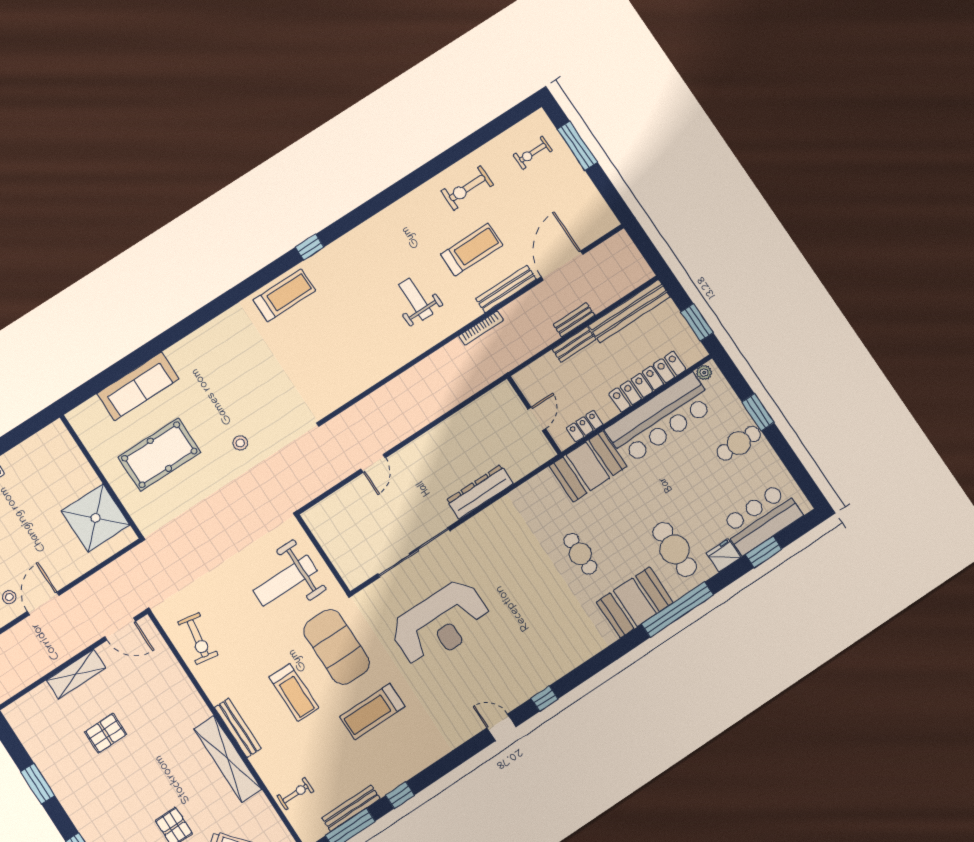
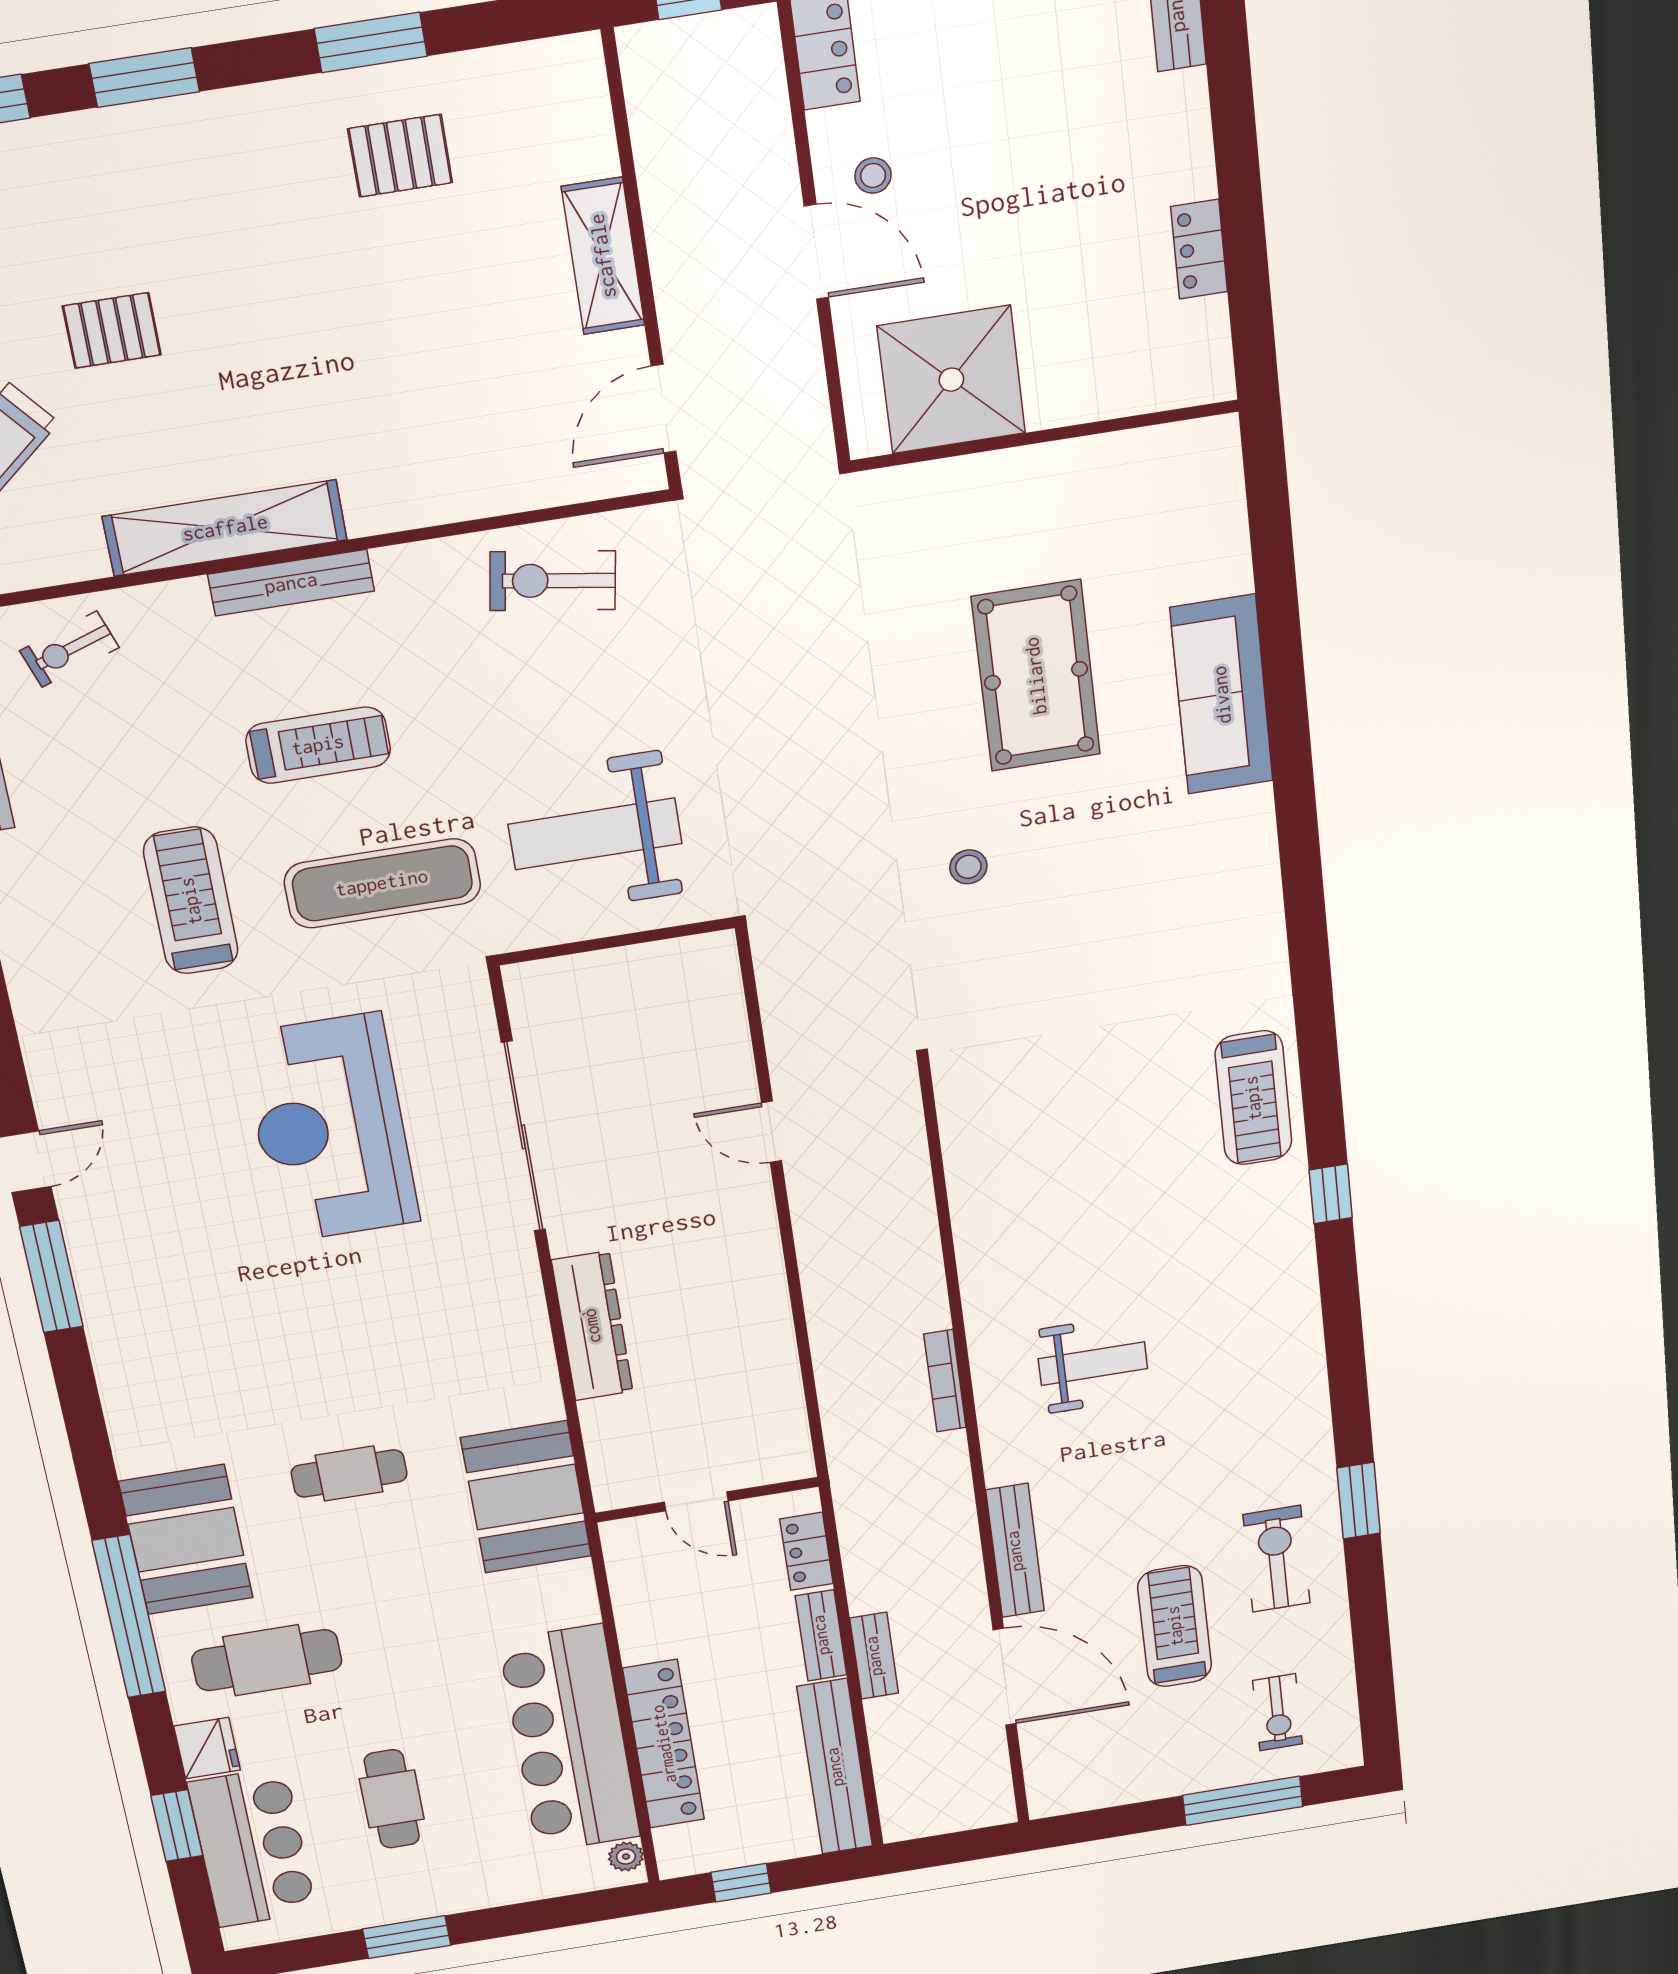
exercise bike: (533, 153) -> (1278, 1712), turned 180
window: (430, 170) -> (1359, 1501), added
treadmill: (472, 250) -> (1175, 1626), moved, turned 180
window: (697, 322) -> (741, 1883), width x0.67
bookcase: (481, 328) -> (945, 1381), moved
window: (758, 412) -> (407, 1937), moved
locker: (585, 426) -> (806, 1551), moved, turned 180
cafe table: (739, 443) -> (392, 1799), moved
booth: (588, 466) -> (526, 1497), moved
wall: (101, 476) -> (1045, 436), moved
shower: (96, 518) -> (951, 380), moved
weight bench: (285, 581) -> (595, 834), turned -90
exercise mat: (337, 647) -> (382, 883), width x0.68
treadmill: (294, 692) -> (318, 745), turned 180
window: (545, 698) -> (51, 1277), width x2.17
pallet: (106, 733) -> (400, 156), moved, turned 90
exercise bike: (295, 794) -> (69, 649), turned 71

